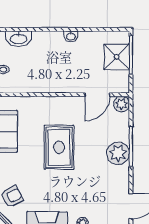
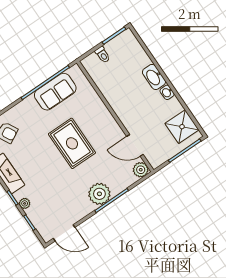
washbasin: (19, 39) -> (154, 77), moved
shower: (117, 57) -> (182, 127), moved
rug: (59, 147) -> (72, 143), turned 90

